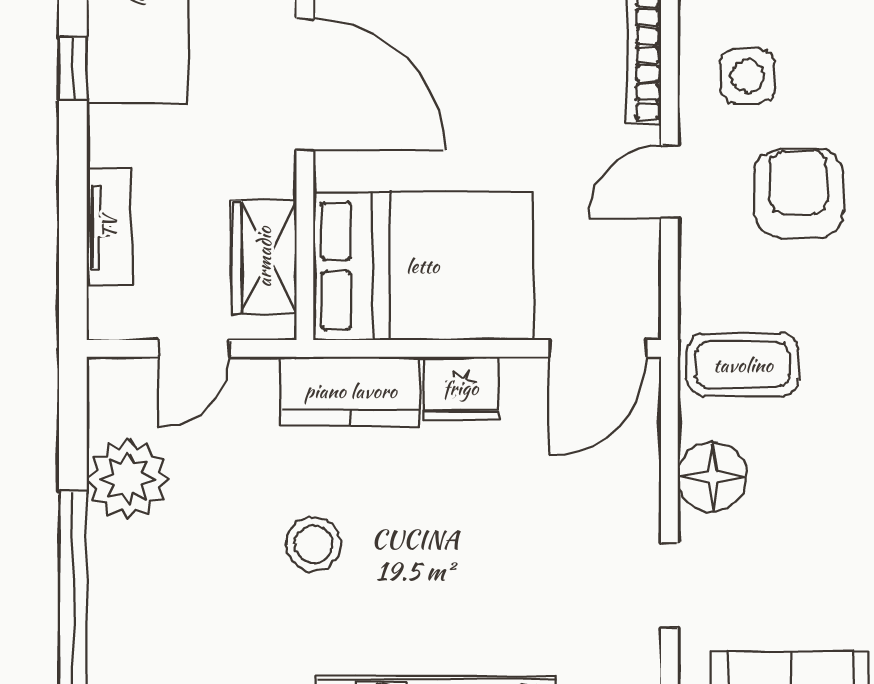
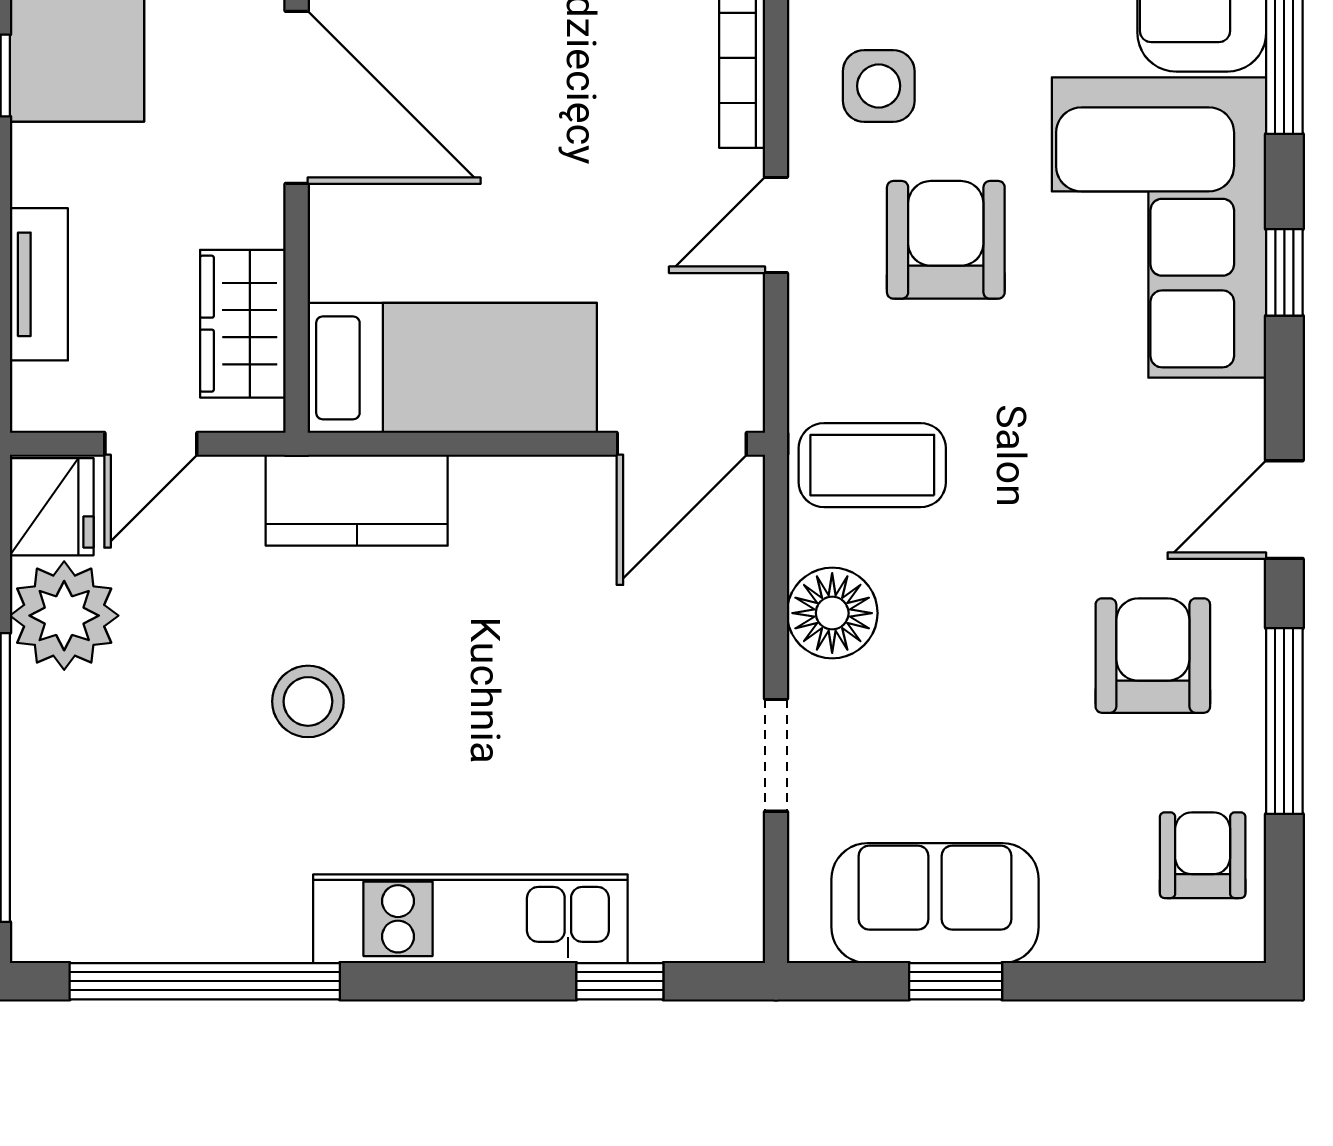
bed: (423, 266) -> (452, 368), width x0.67
fridge: (461, 388) -> (52, 507), moved, turned -90

